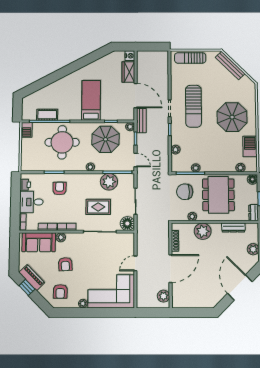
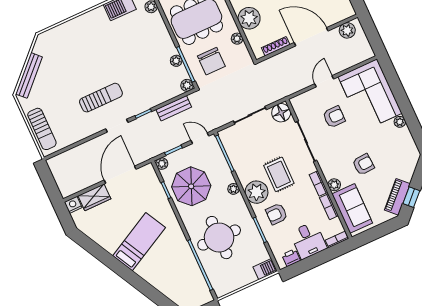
bed: (91, 100) -> (139, 242), moved, turned 152
sun lounger: (193, 106) -> (101, 98), width x0.73, depth x0.75
cot: (47, 115) -> (193, 272), removed
parasol: (232, 117) -> (93, 44), removed
bench: (141, 121) -> (174, 108), moved
barbecue: (27, 130) -> (265, 269), moved
plant: (175, 150) -> (187, 85), moved
door: (135, 160) -> (200, 138), hinge flipped
plant: (109, 182) -> (257, 192), moved
rug: (98, 207) -> (279, 174), moved
door: (135, 263) -> (324, 81), swing flipped
armchair: (60, 291) -> (334, 117), moved

